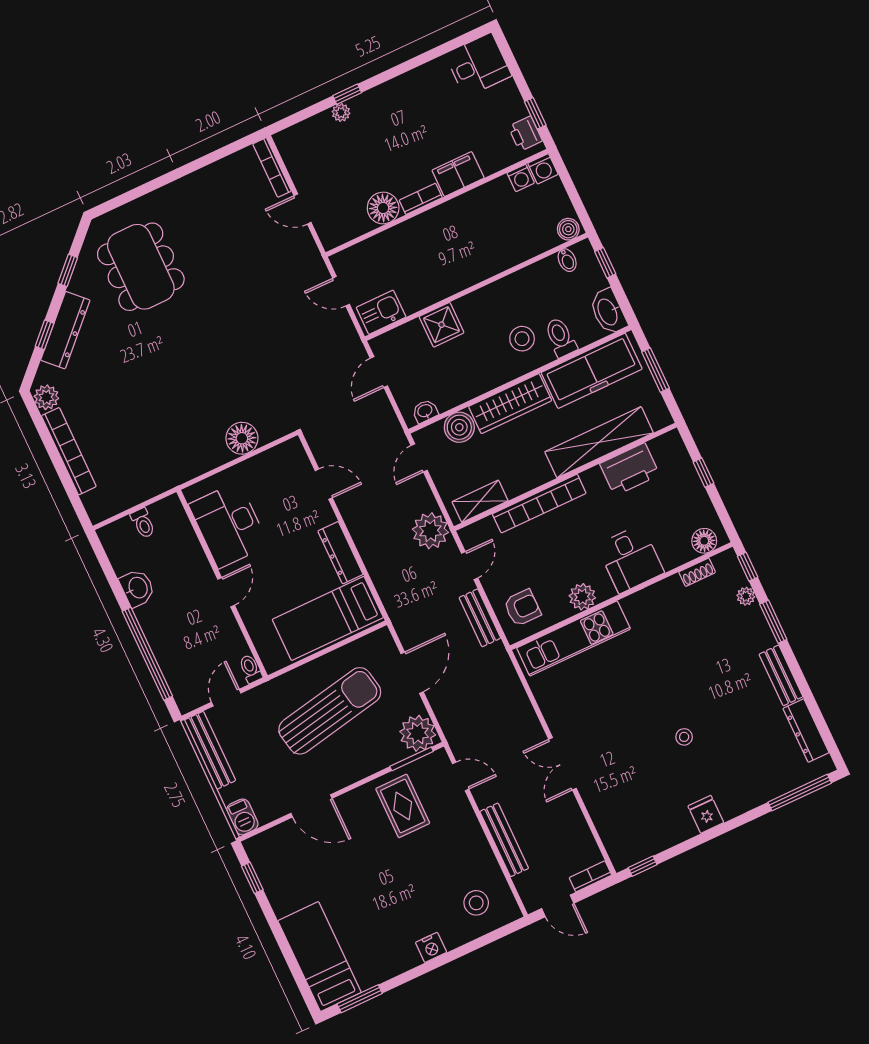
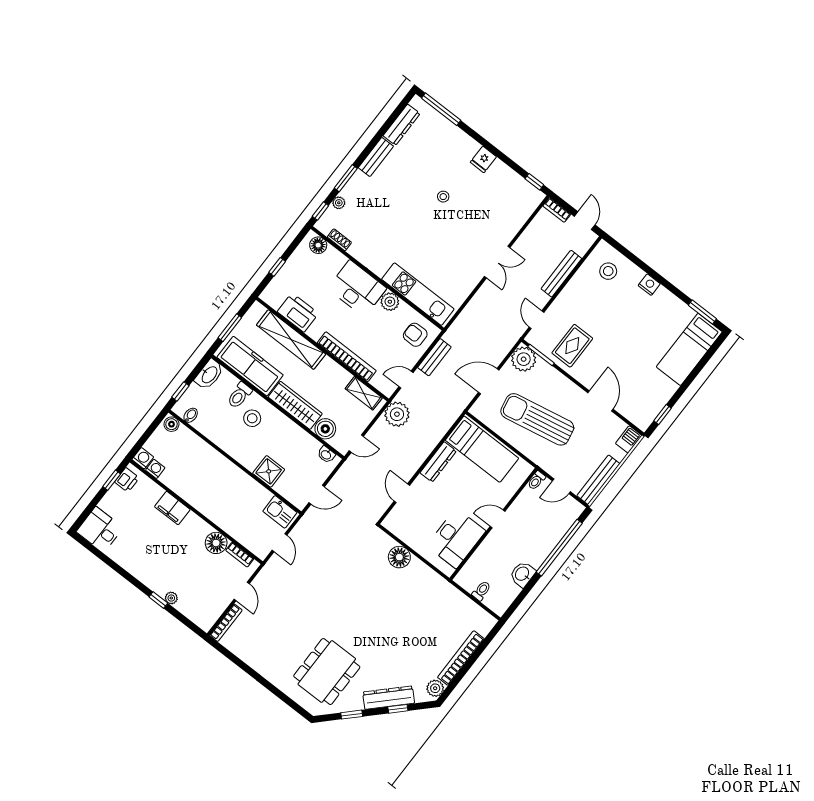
bookcase: (421, 199) -> (240, 555), moved
desk: (630, 559) -> (357, 288), width x1.37

